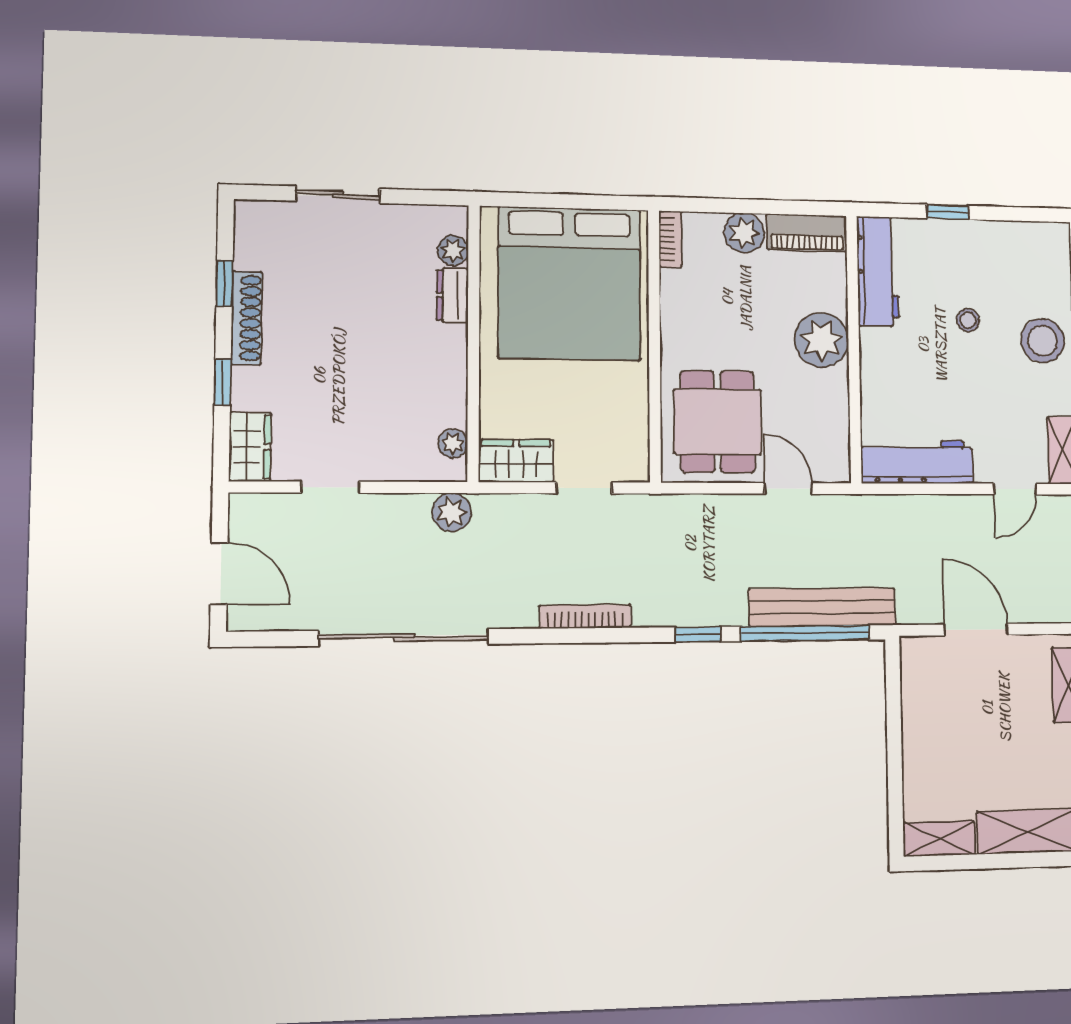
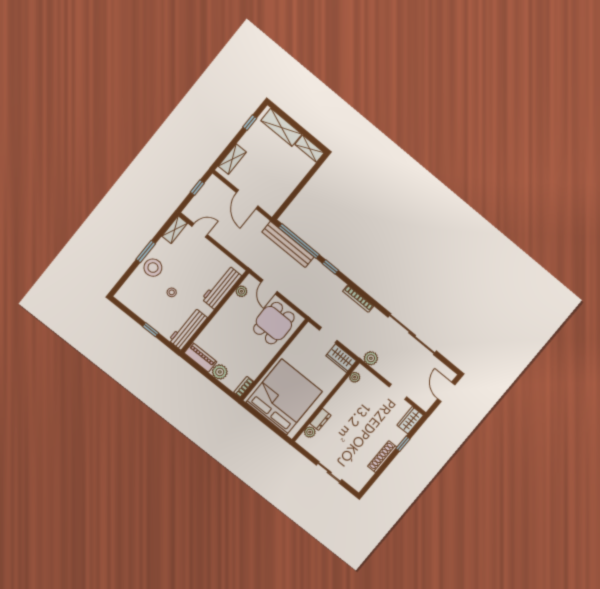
window: (224, 284) -> (380, 471), removed
plant: (822, 340) -> (241, 291), moved, width x0.53, depth x0.53
workbench: (917, 462) -> (222, 287), moved, turned 90

